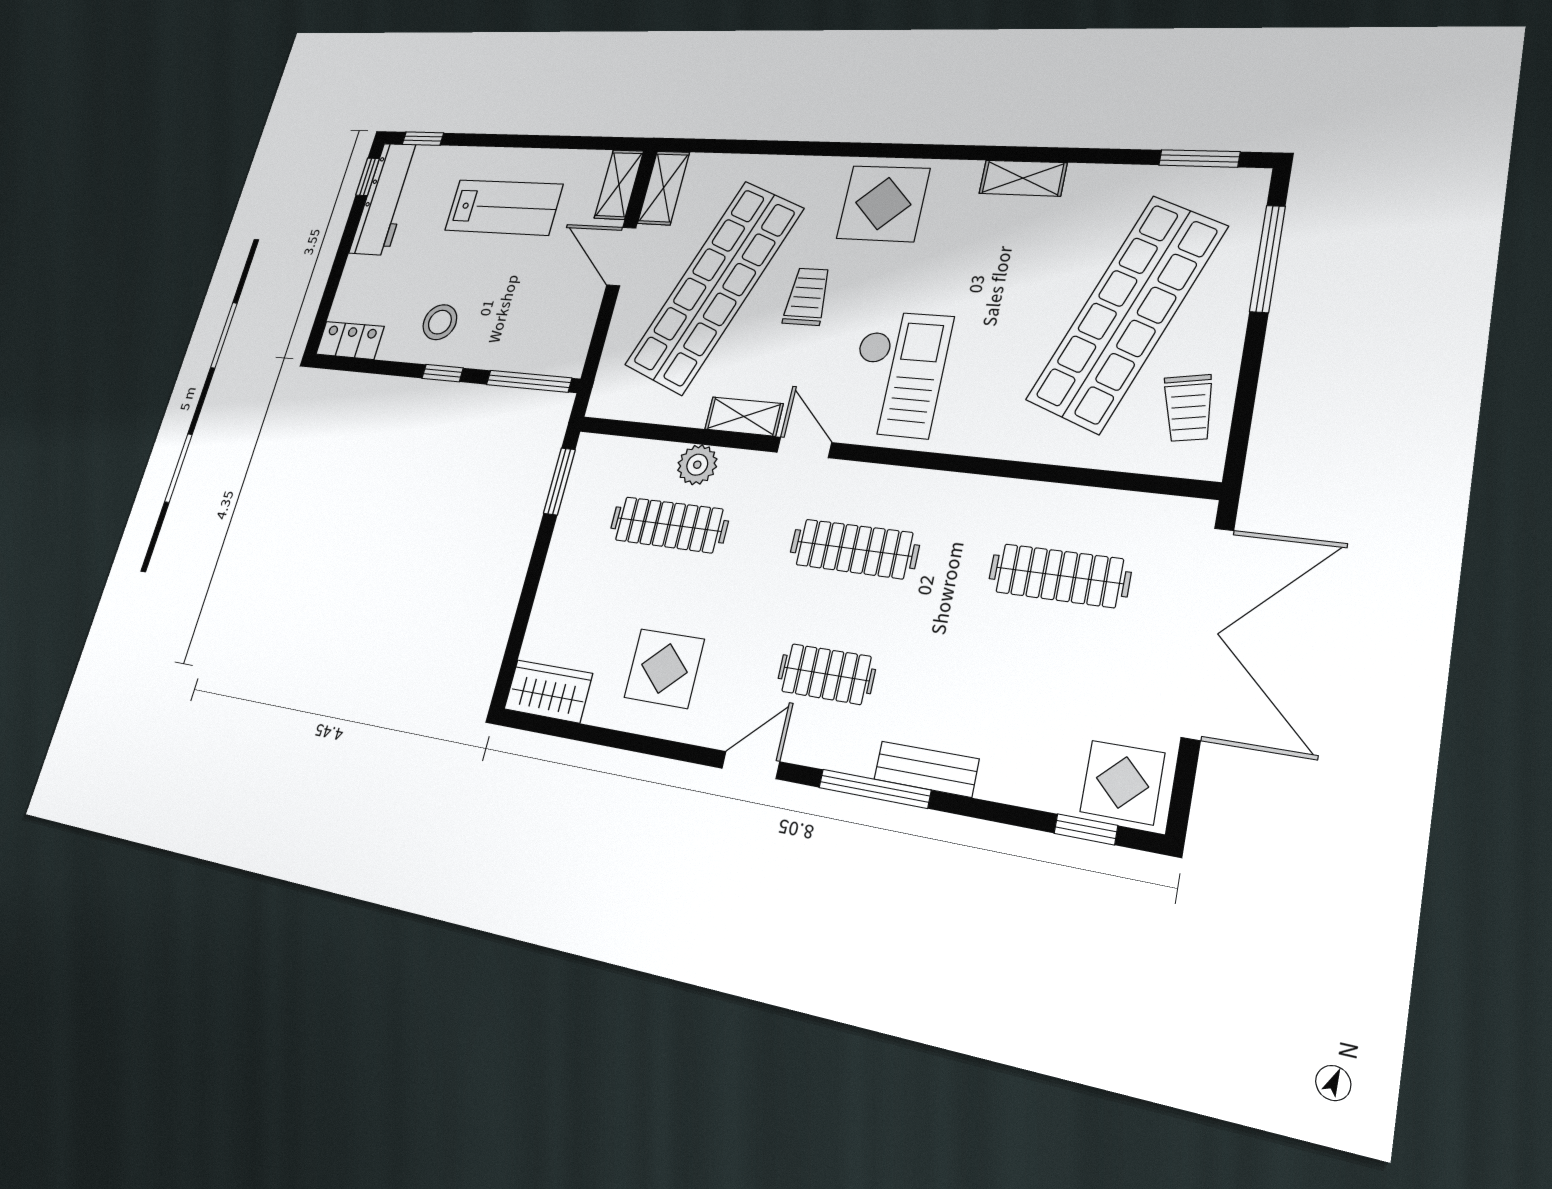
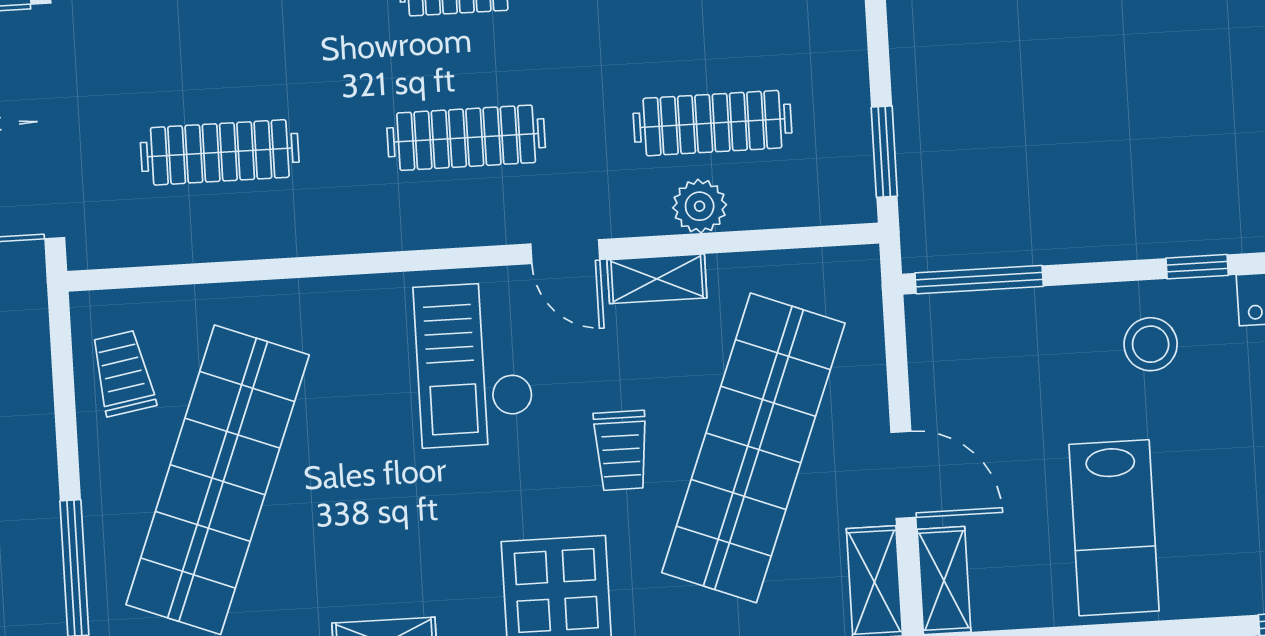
lab bench: (504, 207) -> (1114, 528), turned -90
window: (443, 373) -> (1197, 267), moved

